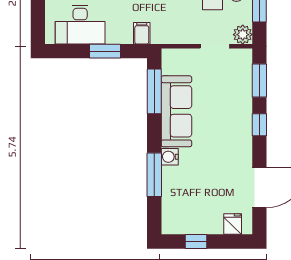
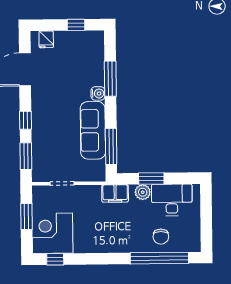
filing cabinet: (142, 33) -> (115, 193), width x2.00
plant: (243, 35) -> (143, 192), moved

